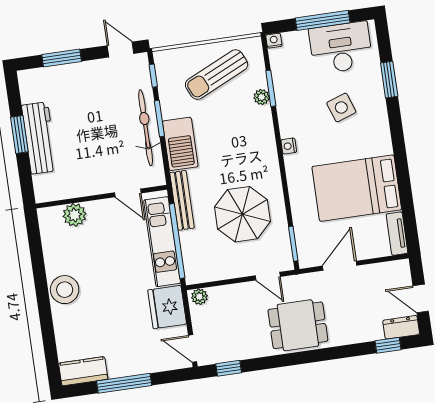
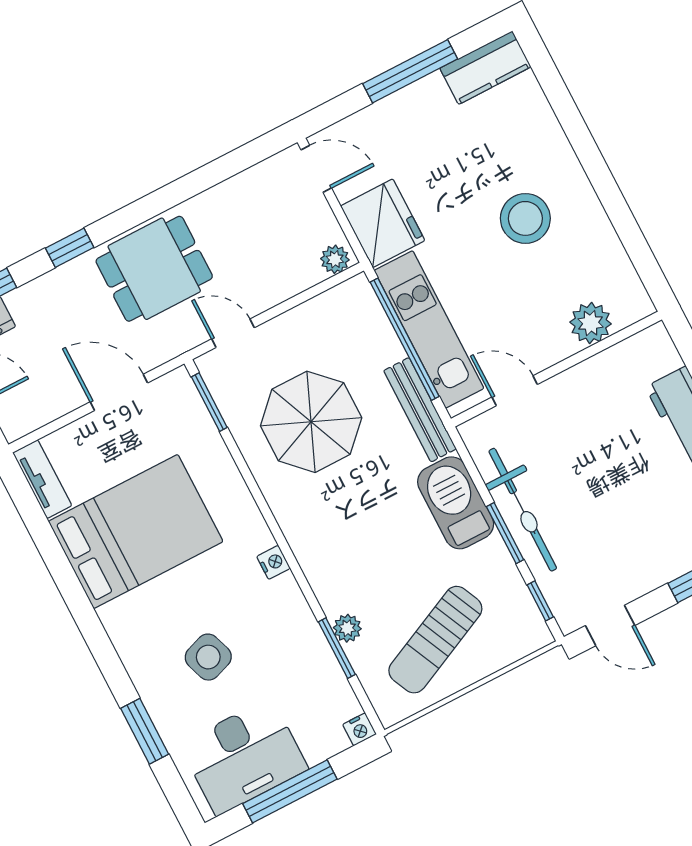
sun lounger: (217, 75) -> (435, 640), turned 180
door: (340, 266) -> (119, 392), swing flipped
stool: (65, 290) -> (525, 218), moved
window: (229, 368) -> (70, 248), moved

